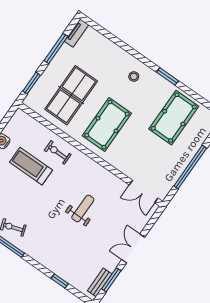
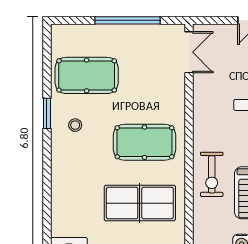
stool: (134, 77) -> (75, 125), moved
exercise bike: (58, 152) -> (212, 174), width x1.38, depth x1.39

